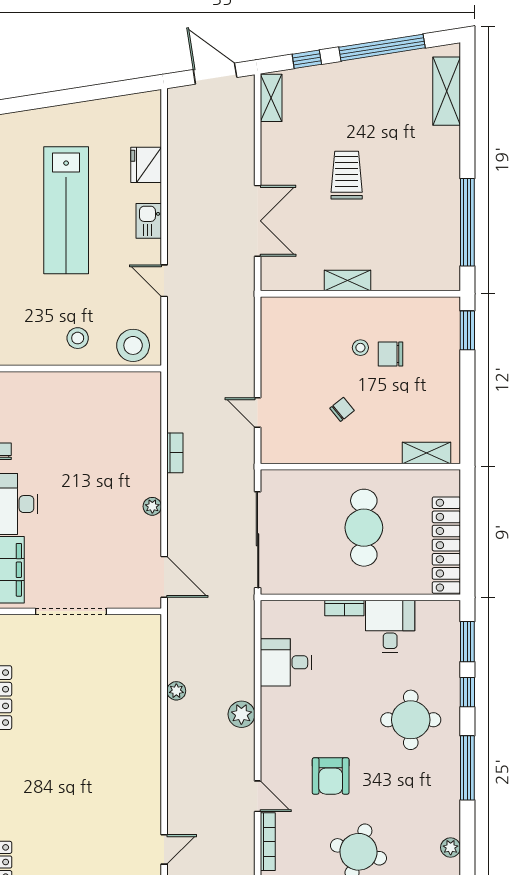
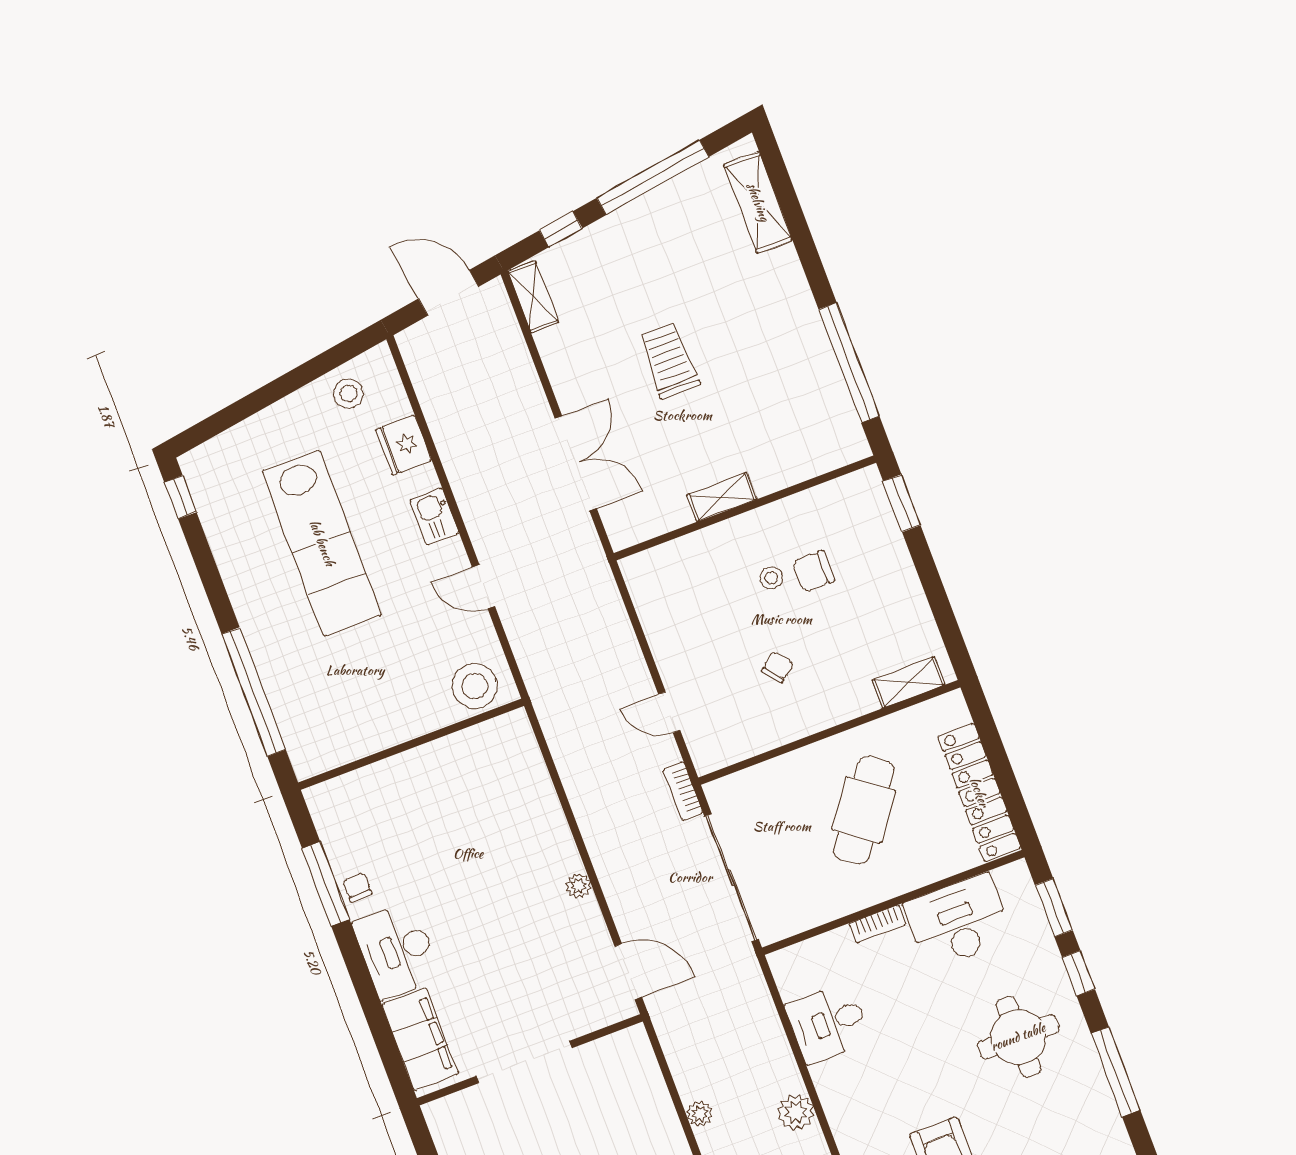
stool: (78, 338) -> (349, 394), moved
bookcase: (175, 453) -> (683, 791), moved, turned 180
cafe table: (364, 528) -> (864, 810), turned 37
desk: (390, 627) -> (958, 921), width x1.37

